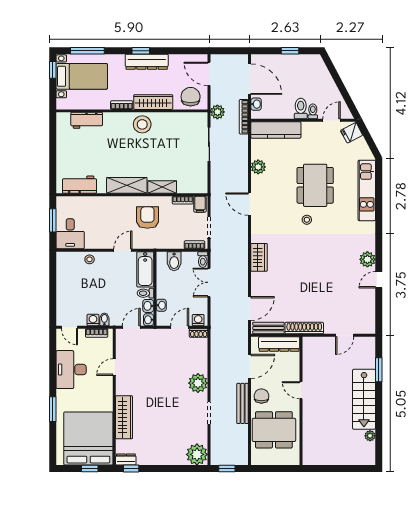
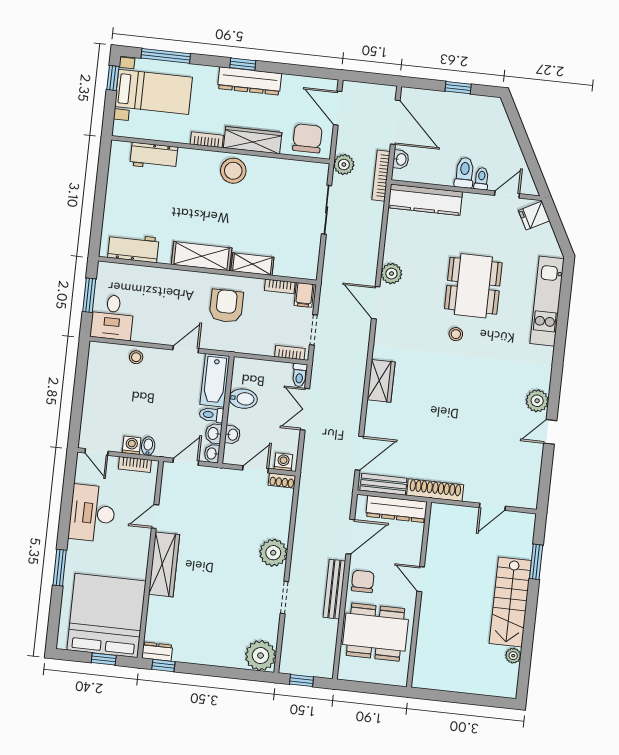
plant: (258, 167) -> (391, 274), moved
bidet: (174, 261) -> (243, 399), moved, turned -90
wardrobe: (124, 417) -> (164, 564), moved

